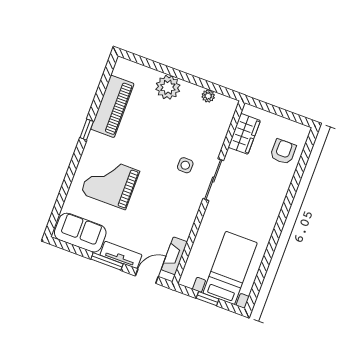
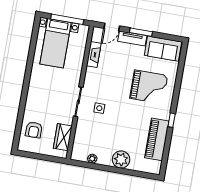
fireplace: (174, 256) -> (94, 55), moved
window: (208, 299) -> (67, 19), width x2.17

